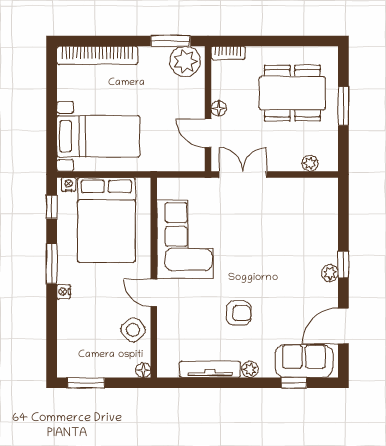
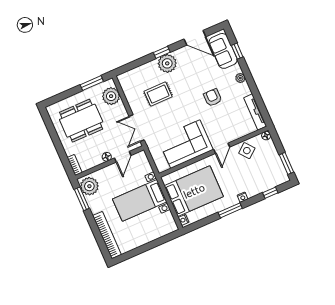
dining table: (292, 93) -> (81, 121), turned 90
window: (343, 106) -> (92, 83), moved
bed with nightstands: (98, 136) -> (140, 200), moved, turned -90
plant: (310, 163) -> (111, 96), width x1.88, depth x1.88
window: (52, 207) -> (270, 193), moved
rug: (281, 231) -> (158, 94), added
plant: (330, 273) -> (167, 63), width x1.87, depth x1.87
tv unit: (210, 369) -> (255, 112), moved

